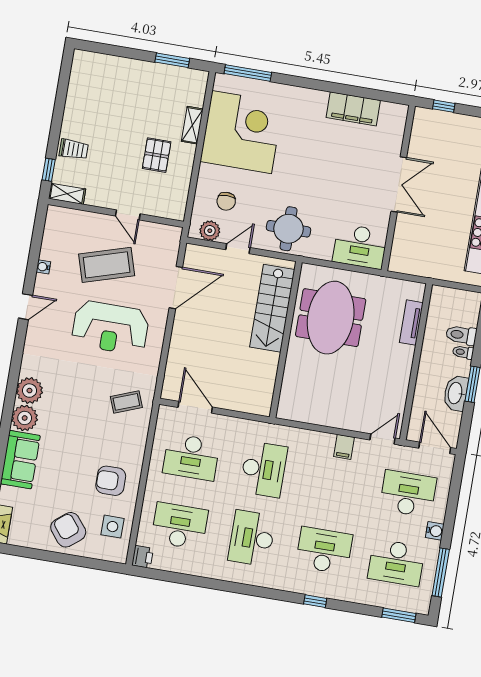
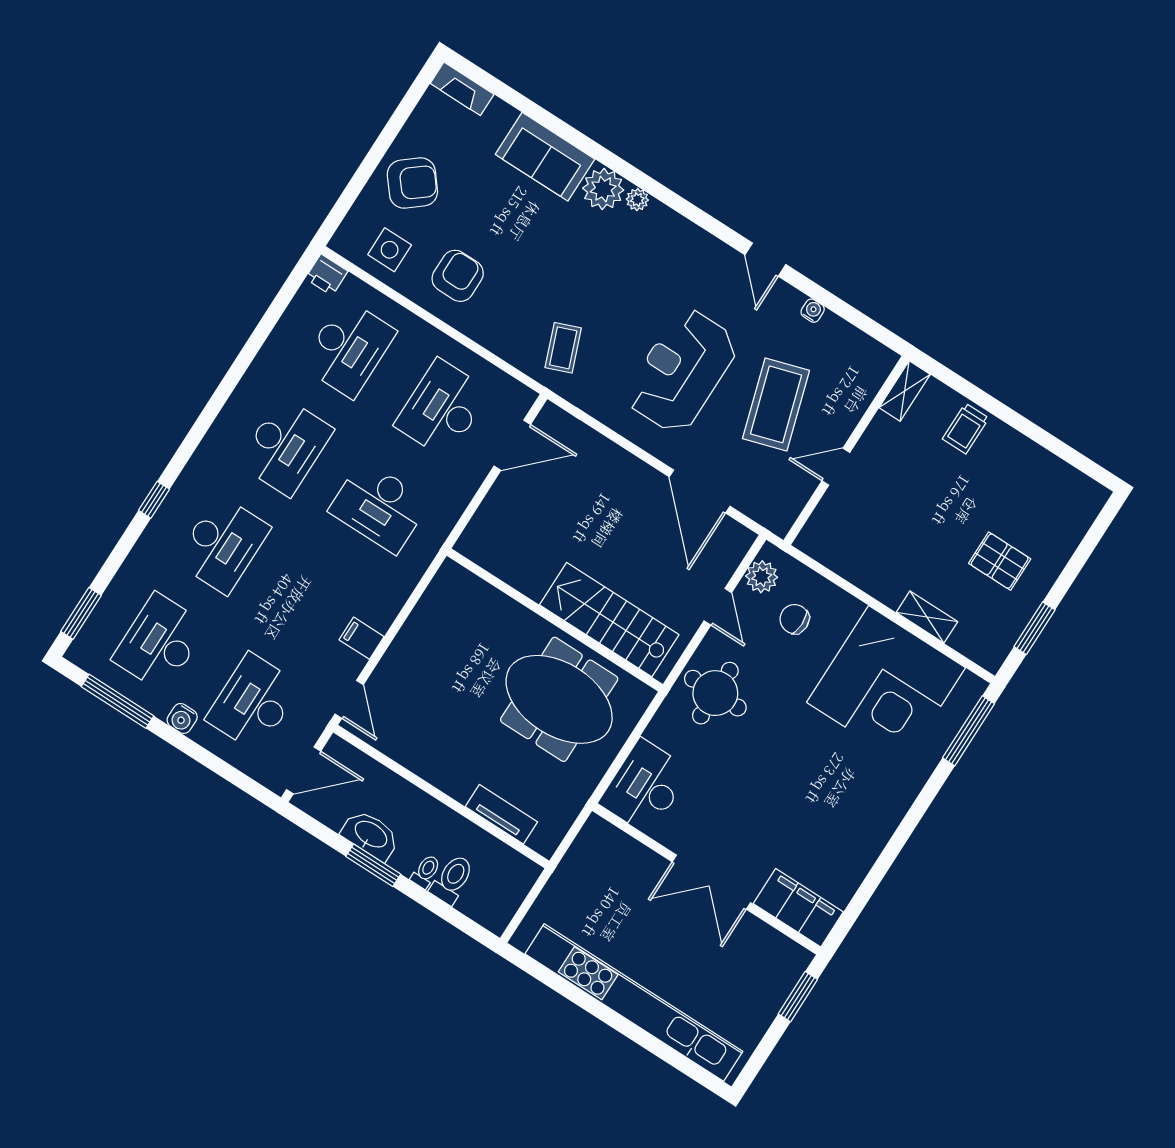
window: (444, 106) -> (798, 997), width x1.50
filing cabinet: (353, 109) -> (798, 908), moved, turned 90
pallet: (157, 155) -> (1000, 561), moved
window: (49, 170) -> (951, 379), removed
plant: (29, 391) -> (637, 200), width x0.53, depth x0.53
desk: (408, 494) -> (253, 703), turned 180
desk: (252, 538) -> (286, 446), turned 90

